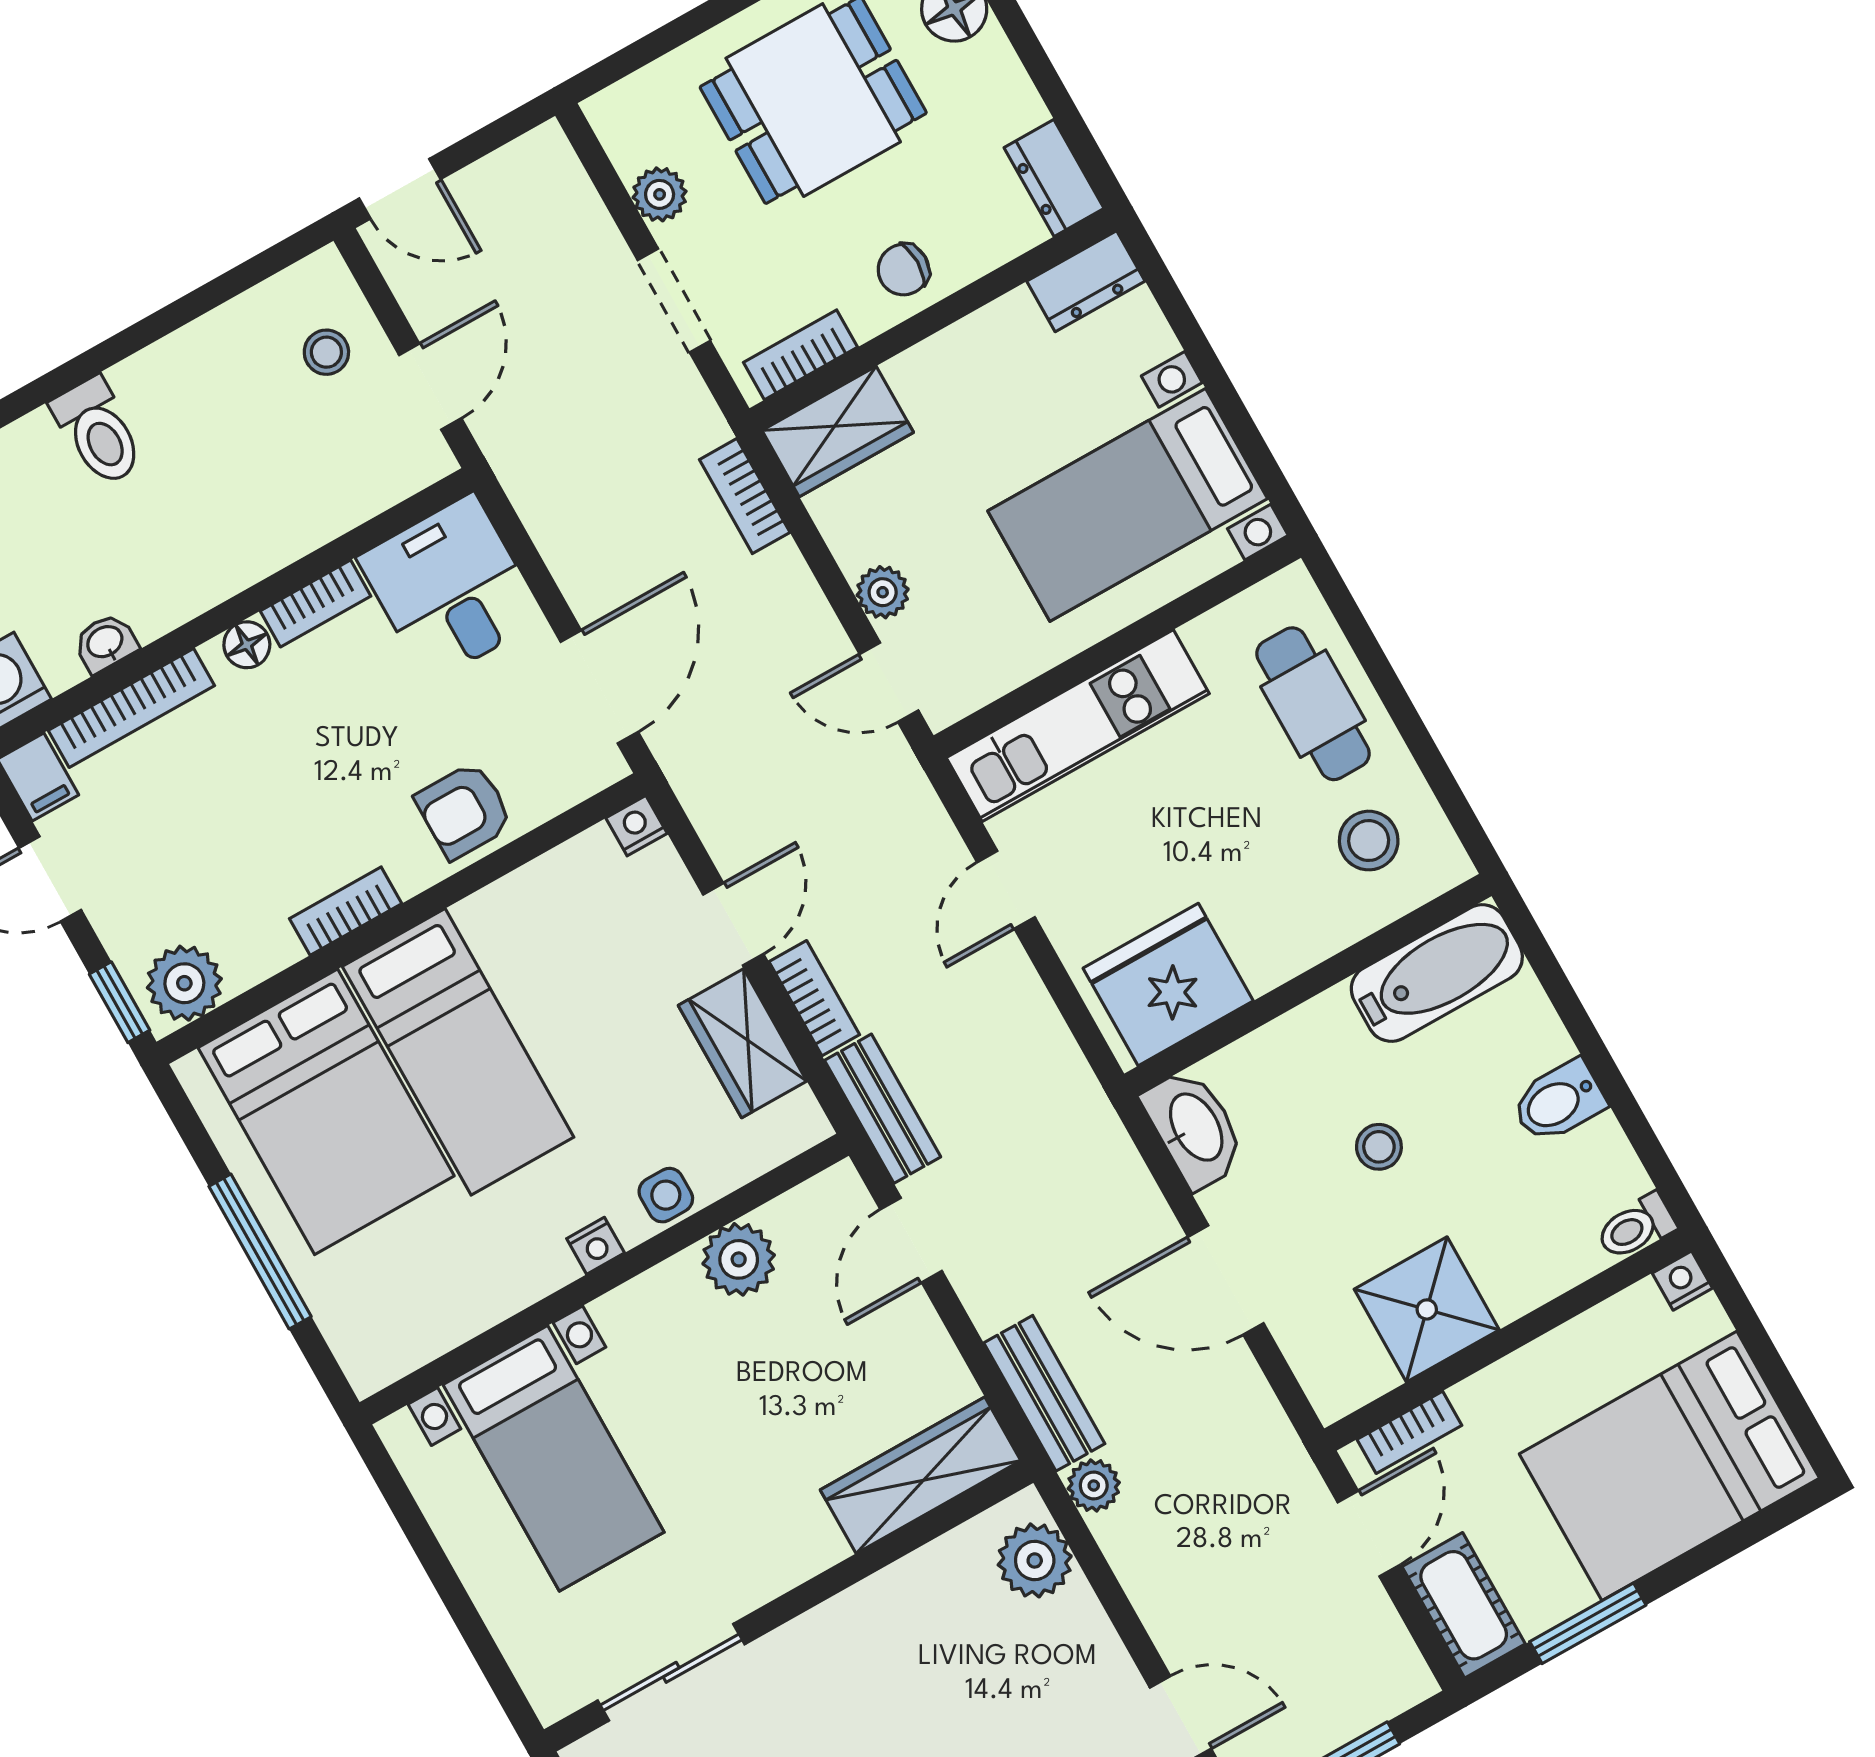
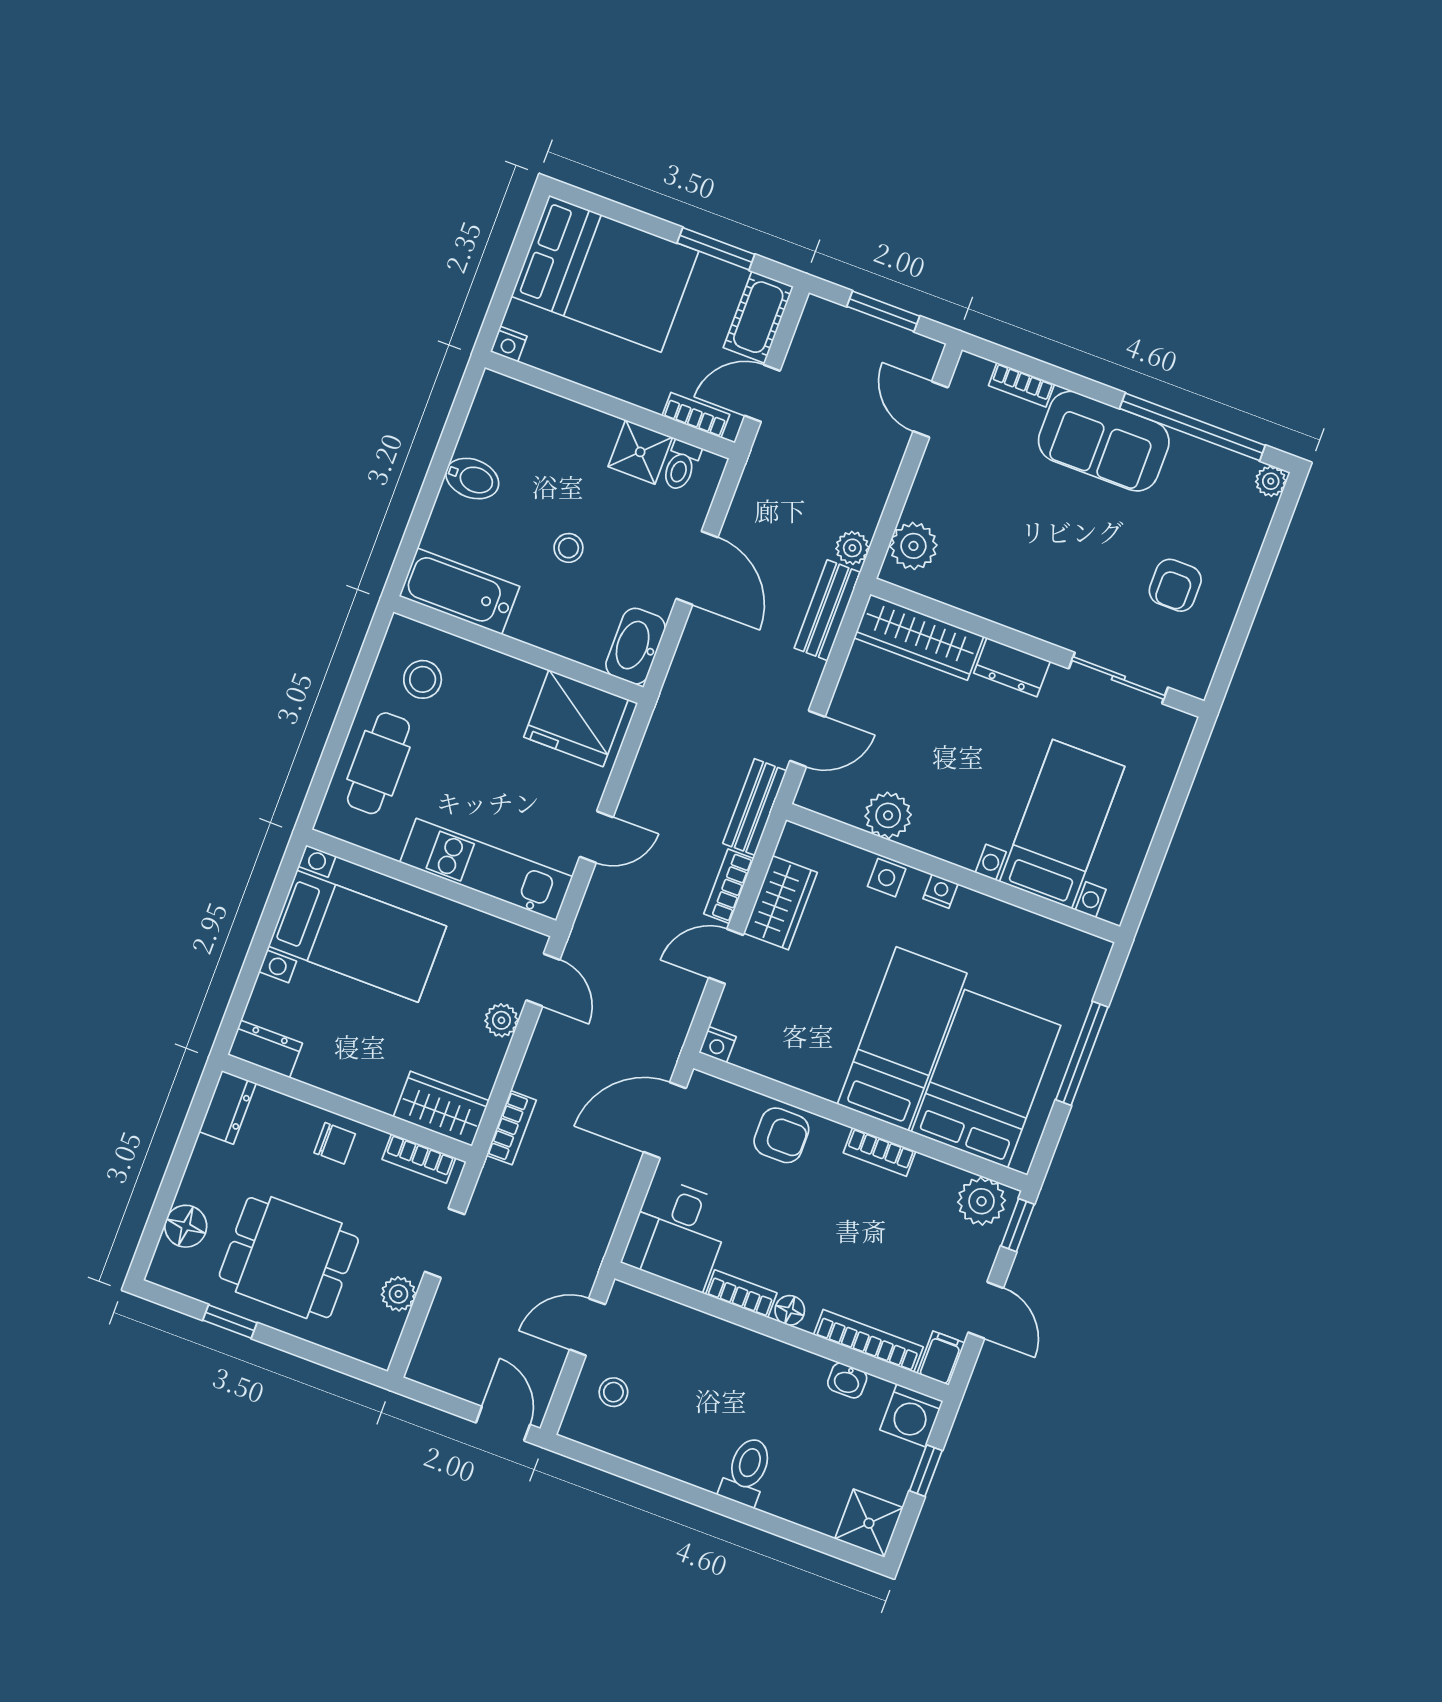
toilet: (1636, 1227) -> (681, 466), moved, turned 90
shower: (1427, 1309) -> (640, 452), width x0.73, depth x0.73
dresser: (791, 1556) -> (1012, 667), added

